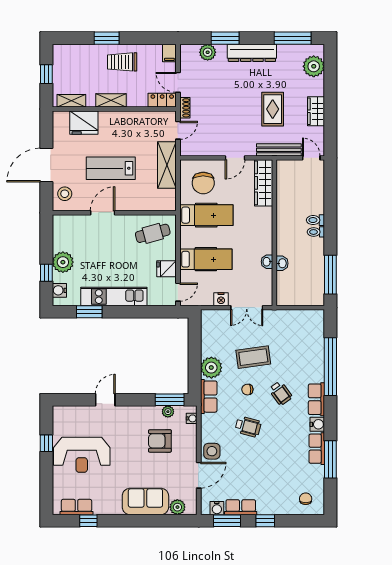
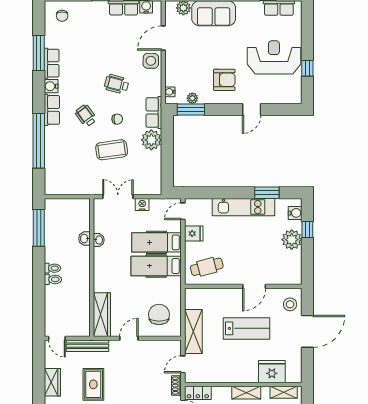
hospital bed: (206, 215) -> (156, 266), moved
armchair: (160, 441) -> (224, 80), moved

